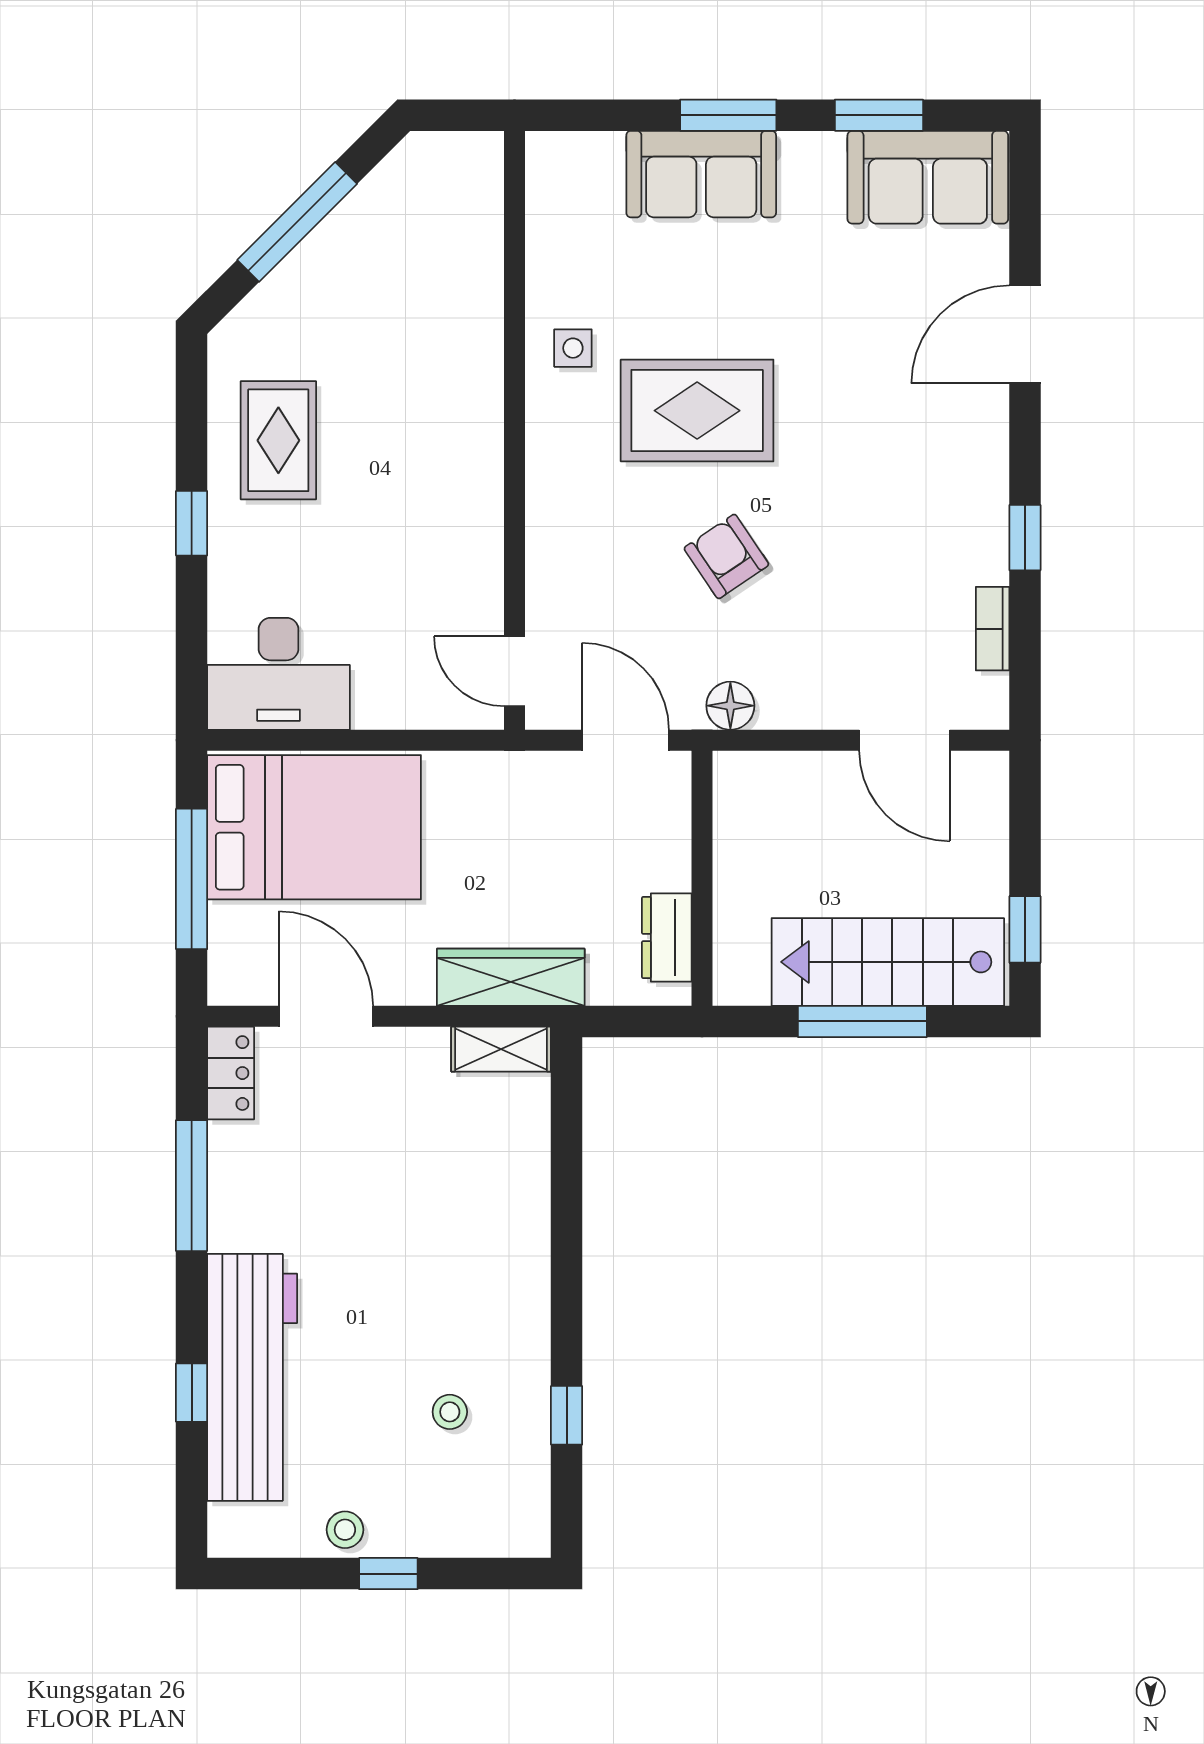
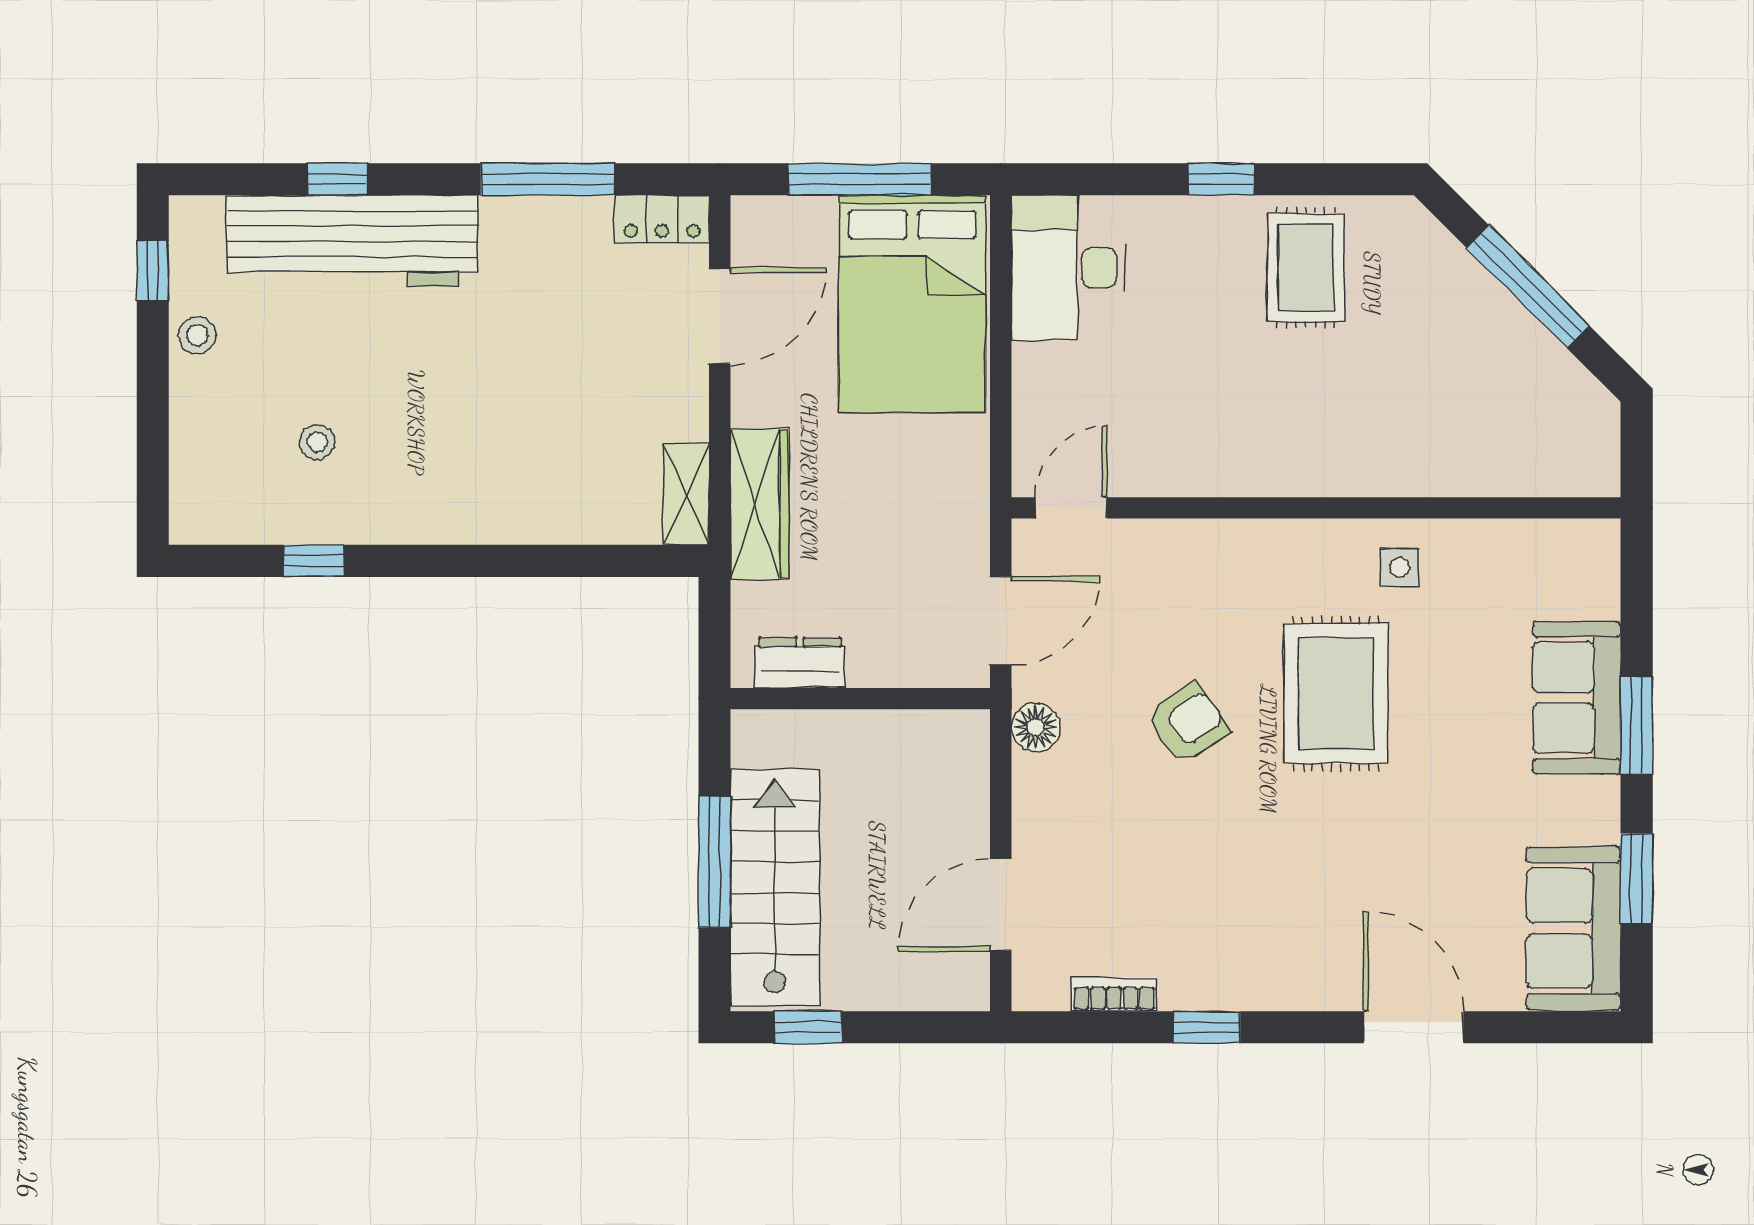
rug: (278, 440) -> (1306, 268), turned 90
window: (388, 1574) -> (153, 271), moved

